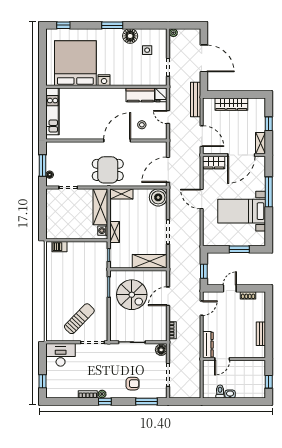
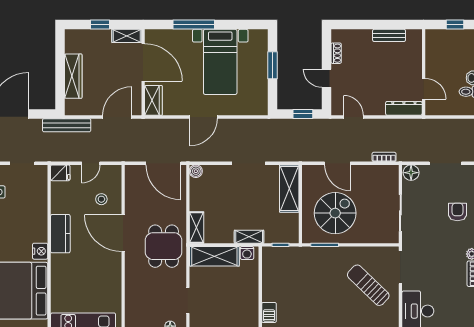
kitchen counter: (140, 95) -> (60, 234), moved
boiler: (158, 197) -> (196, 171), width x0.54, depth x0.54

